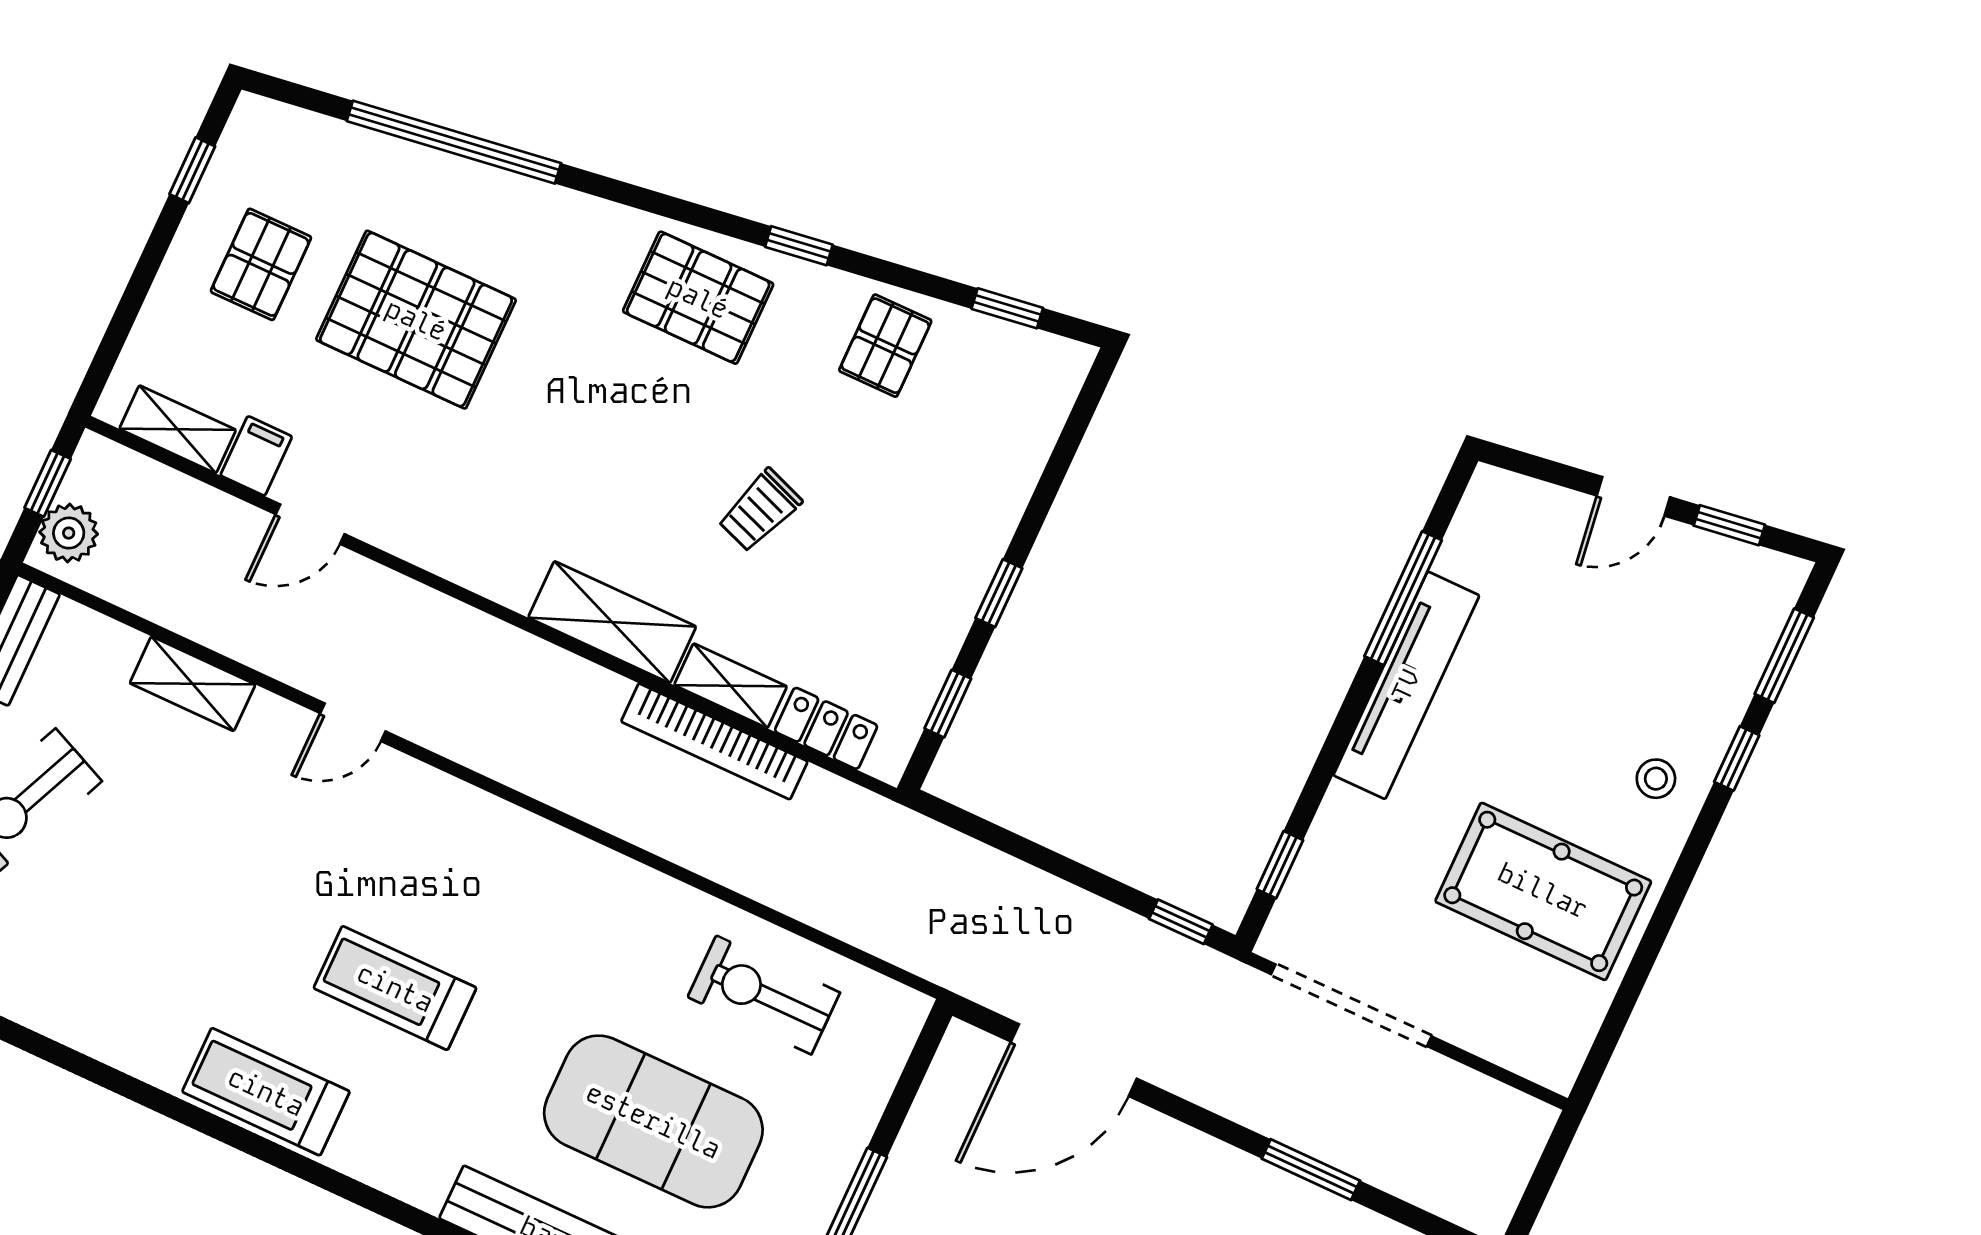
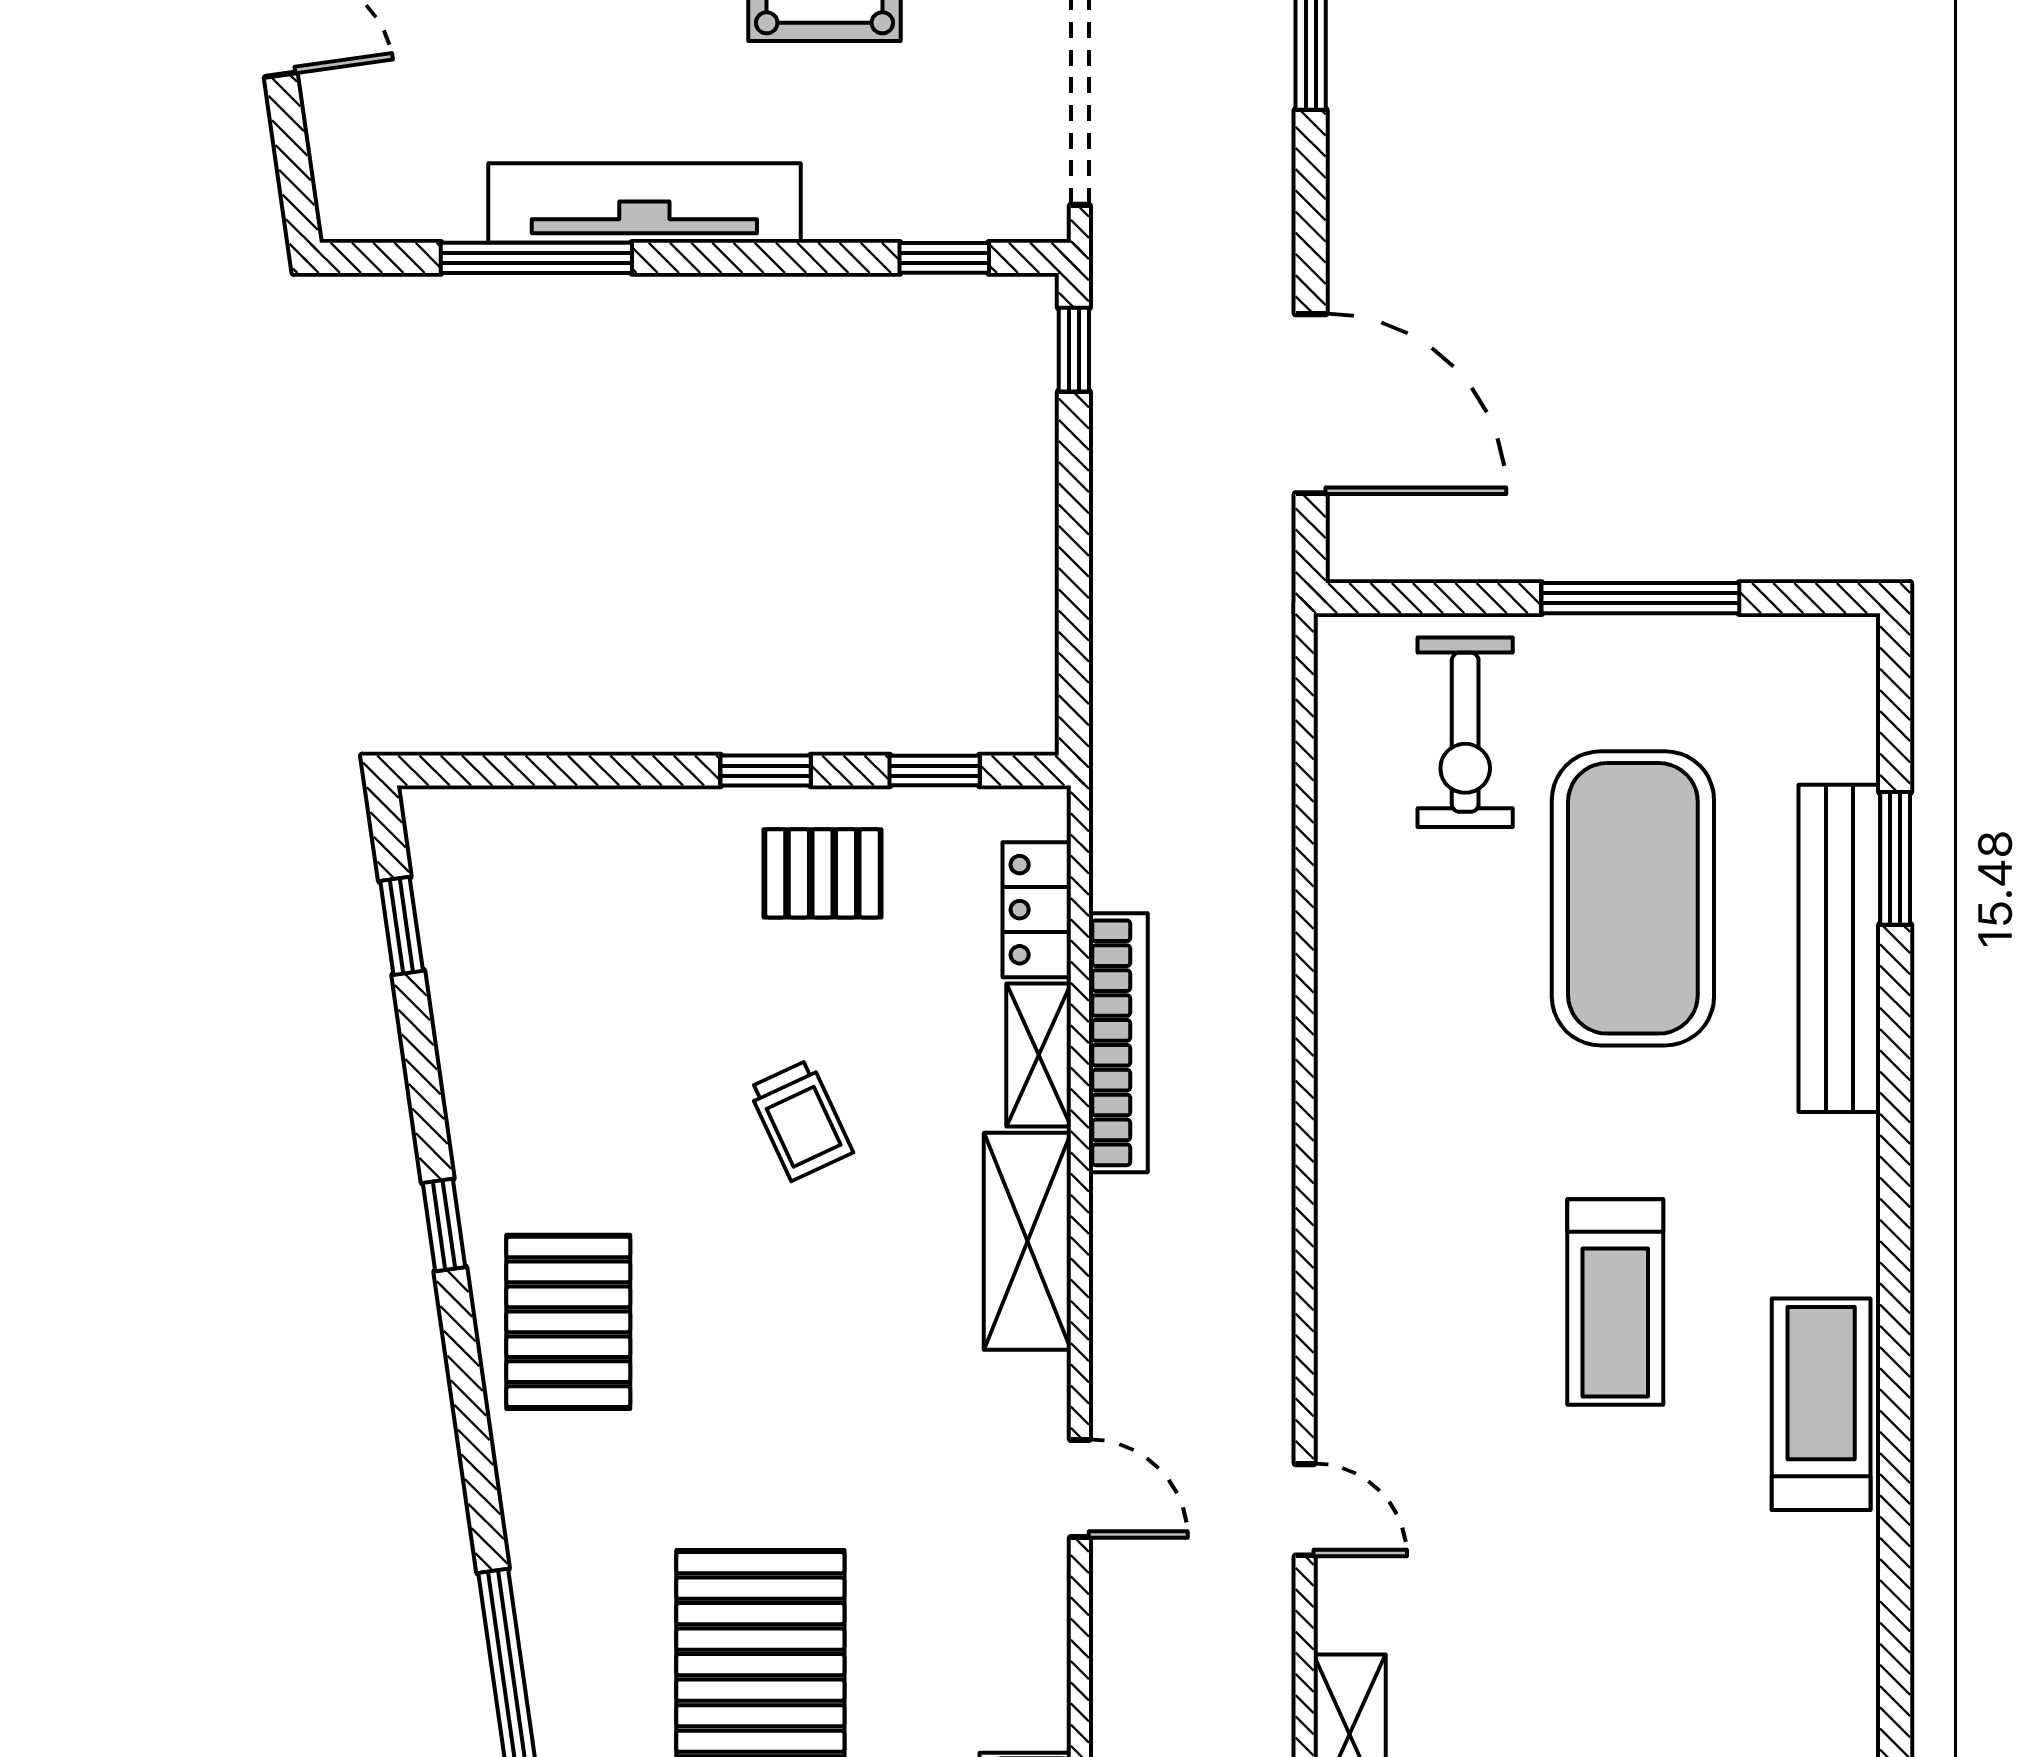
pallet: (885, 346) -> (822, 873), moved
trolley: (760, 510) -> (801, 1120), turned 45
door: (310, 524) -> (1080, 1489), moved
exercise bike: (764, 995) -> (1465, 732), moved
treadmill: (266, 1092) -> (1821, 1404), turned 180

